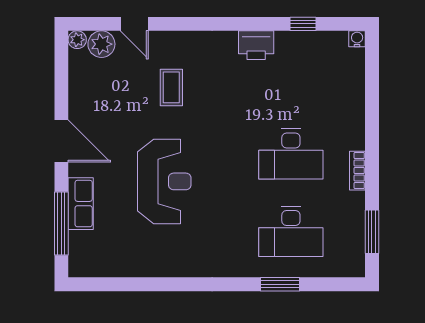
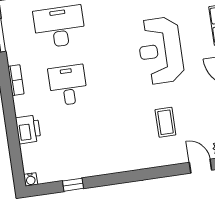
printer: (256, 45) -> (28, 129), moved, turned 90
desk: (291, 154) -> (68, 85), width x0.73

